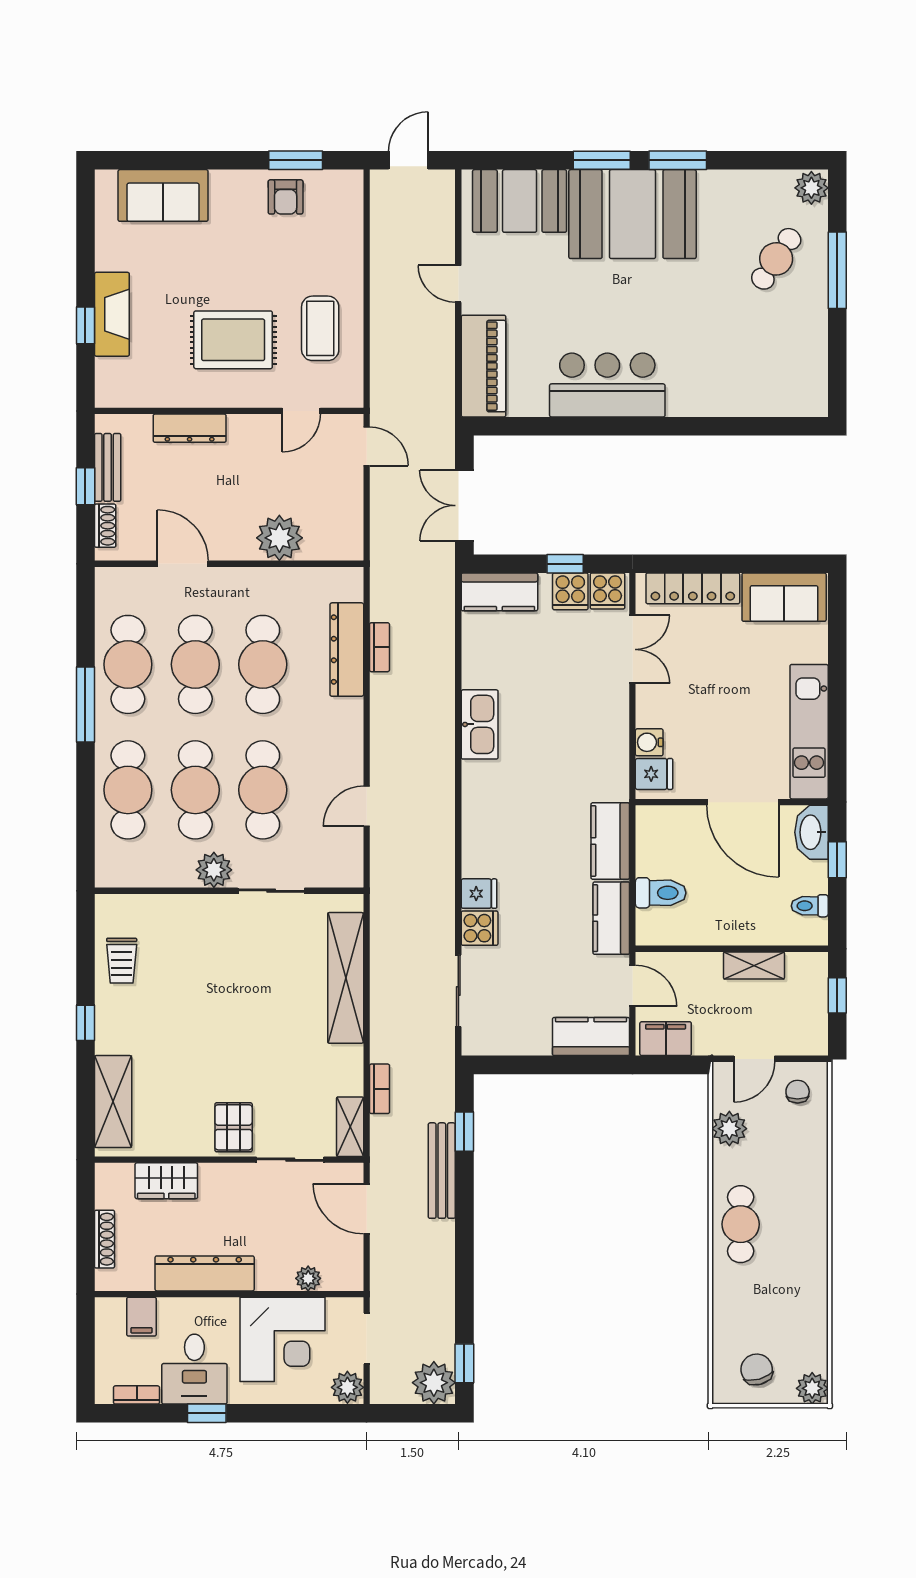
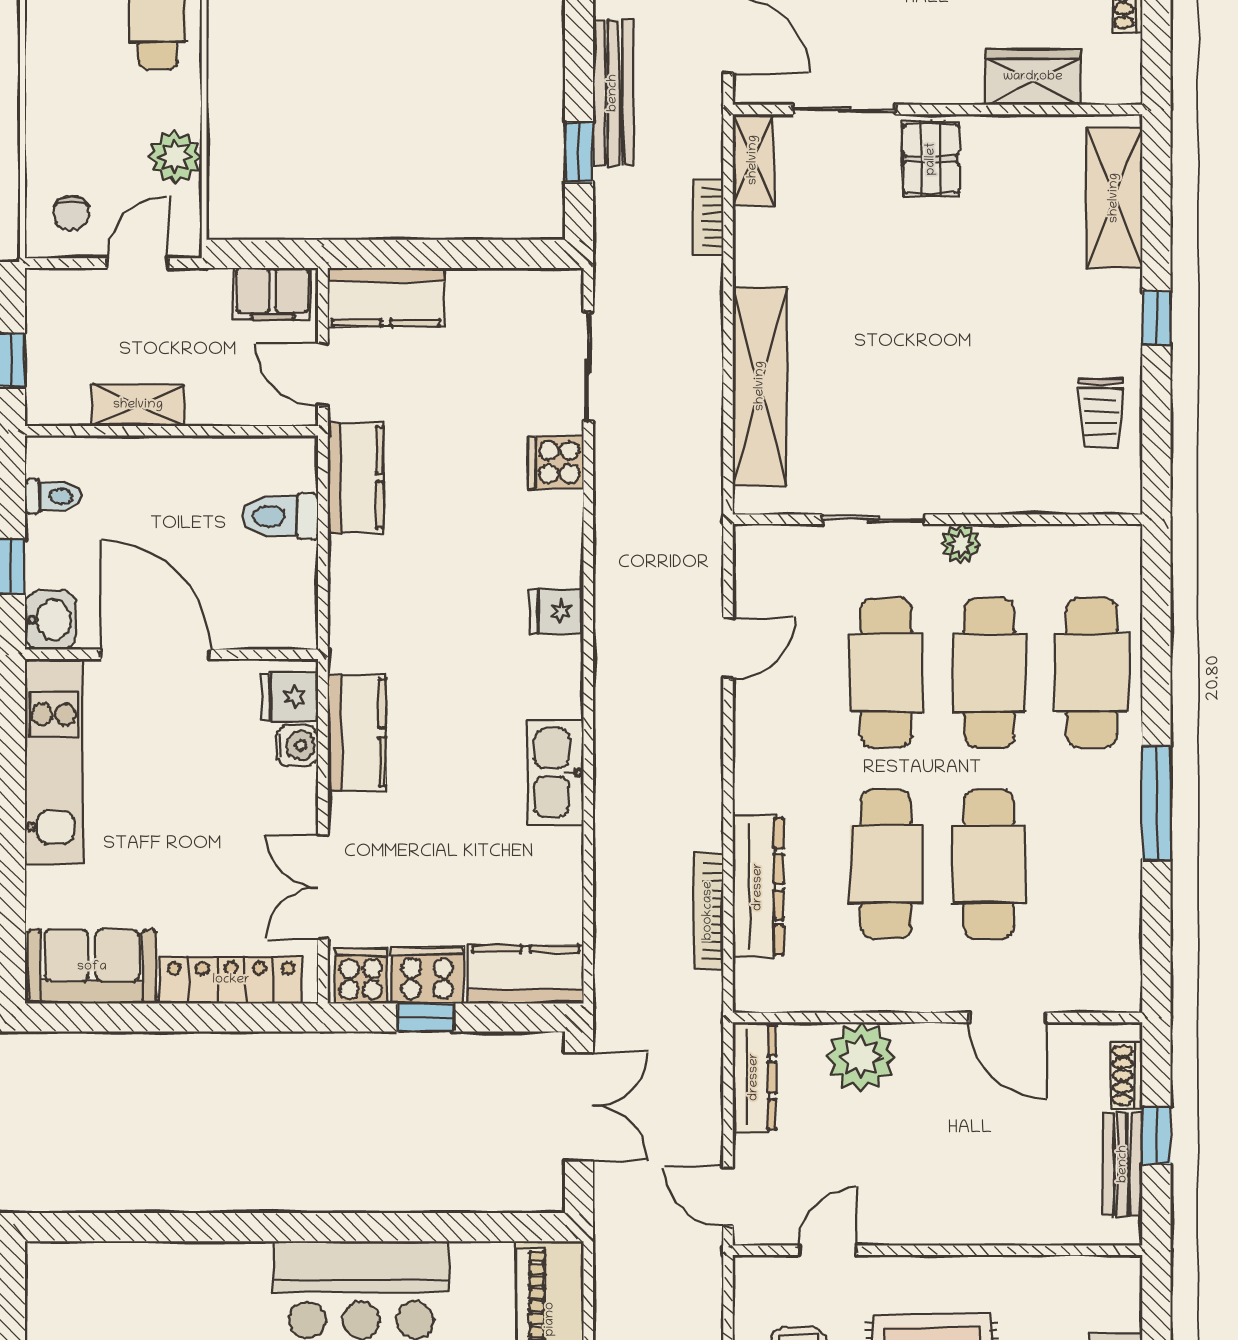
dresser: (190, 428) -> (754, 1077), moved, turned 90
cooker: (570, 591) -> (427, 975), width x1.36
bookcase: (379, 647) -> (708, 911), width x1.56
cafe table: (128, 664) -> (1092, 864), removed
washbasin: (811, 832) -> (50, 620), width x0.72
kitchen counter: (610, 841) -> (357, 733), moved
plant: (214, 870) -> (961, 544), width x0.73, depth x0.73
fridge: (479, 894) -> (557, 611), moved
trolley: (122, 961) -> (1101, 413), turned 180

